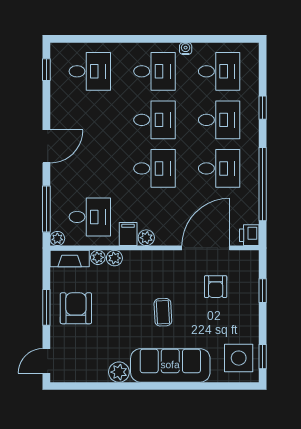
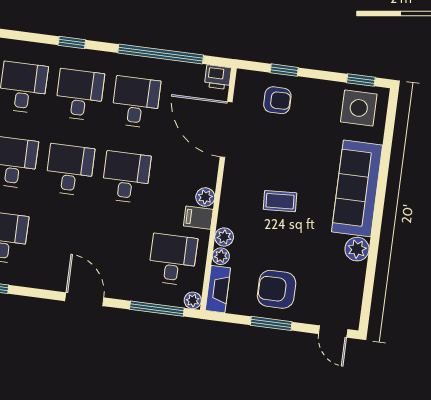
armchair: (216, 287) -> (277, 100), moved
coffee table: (163, 312) -> (280, 201), moved

